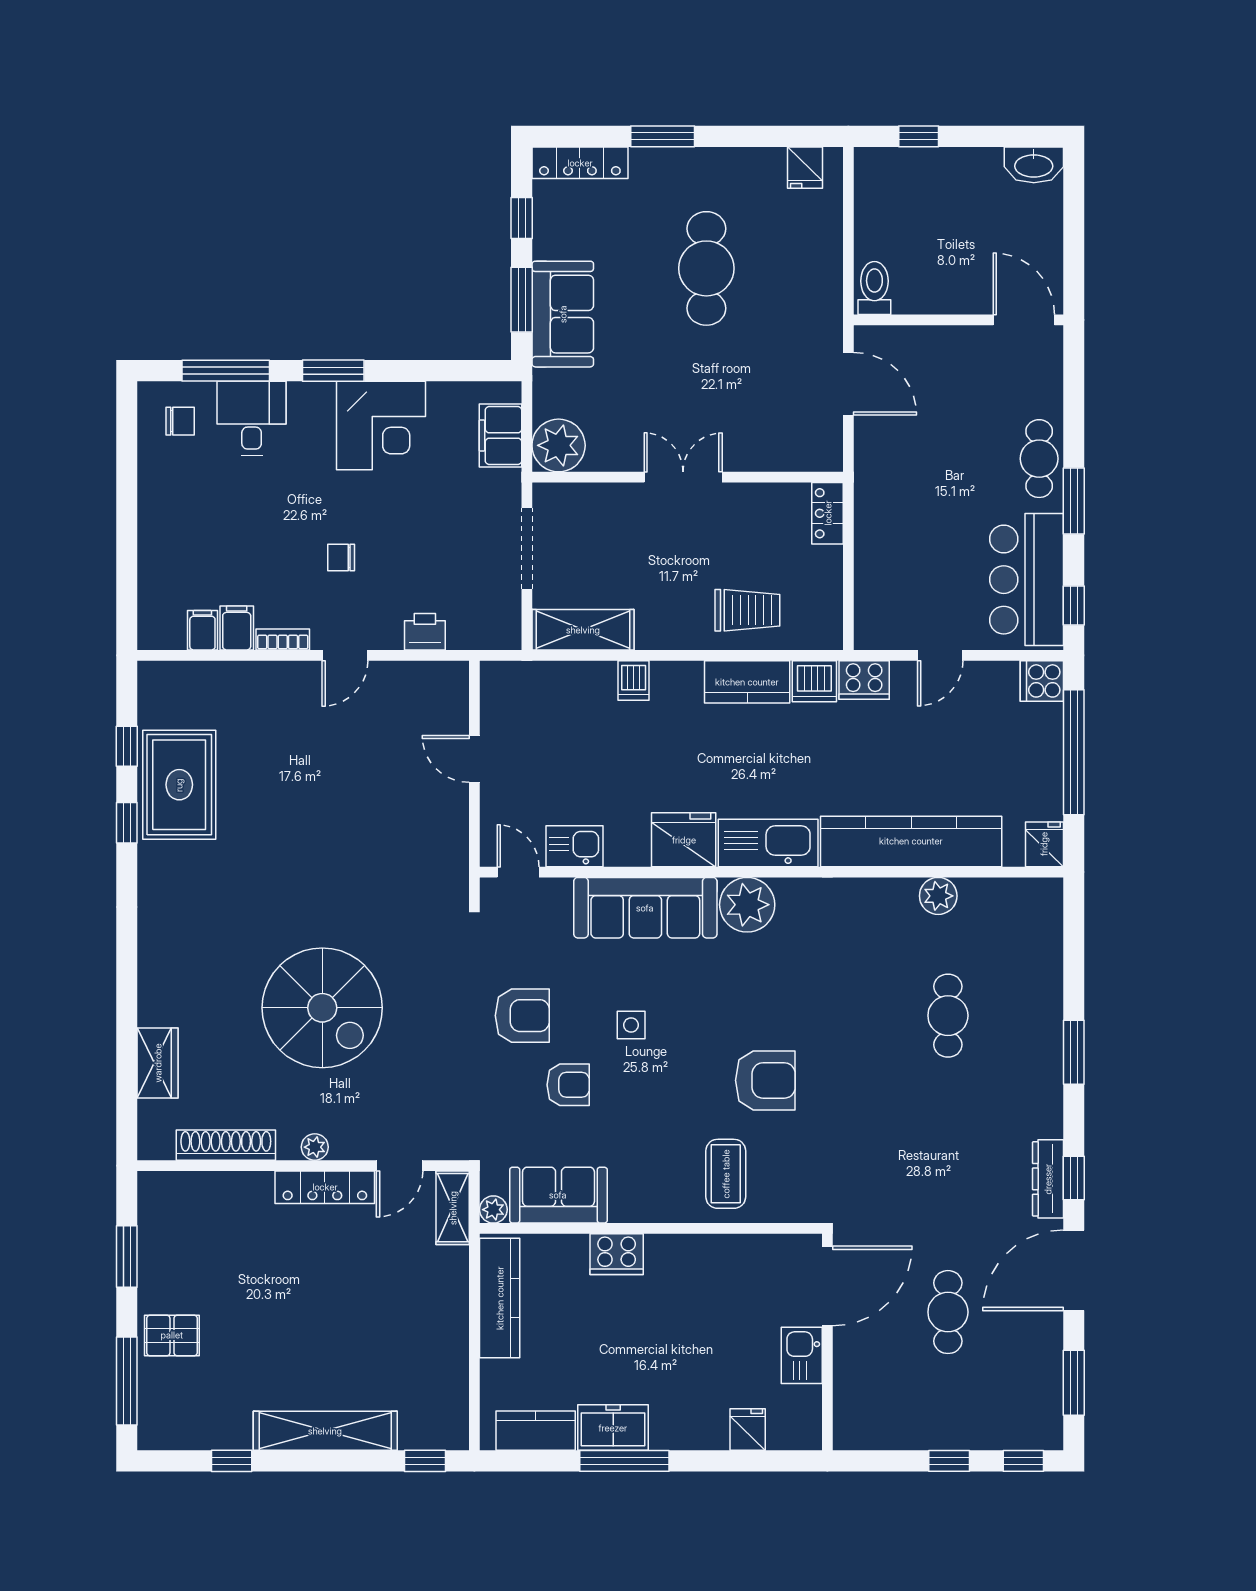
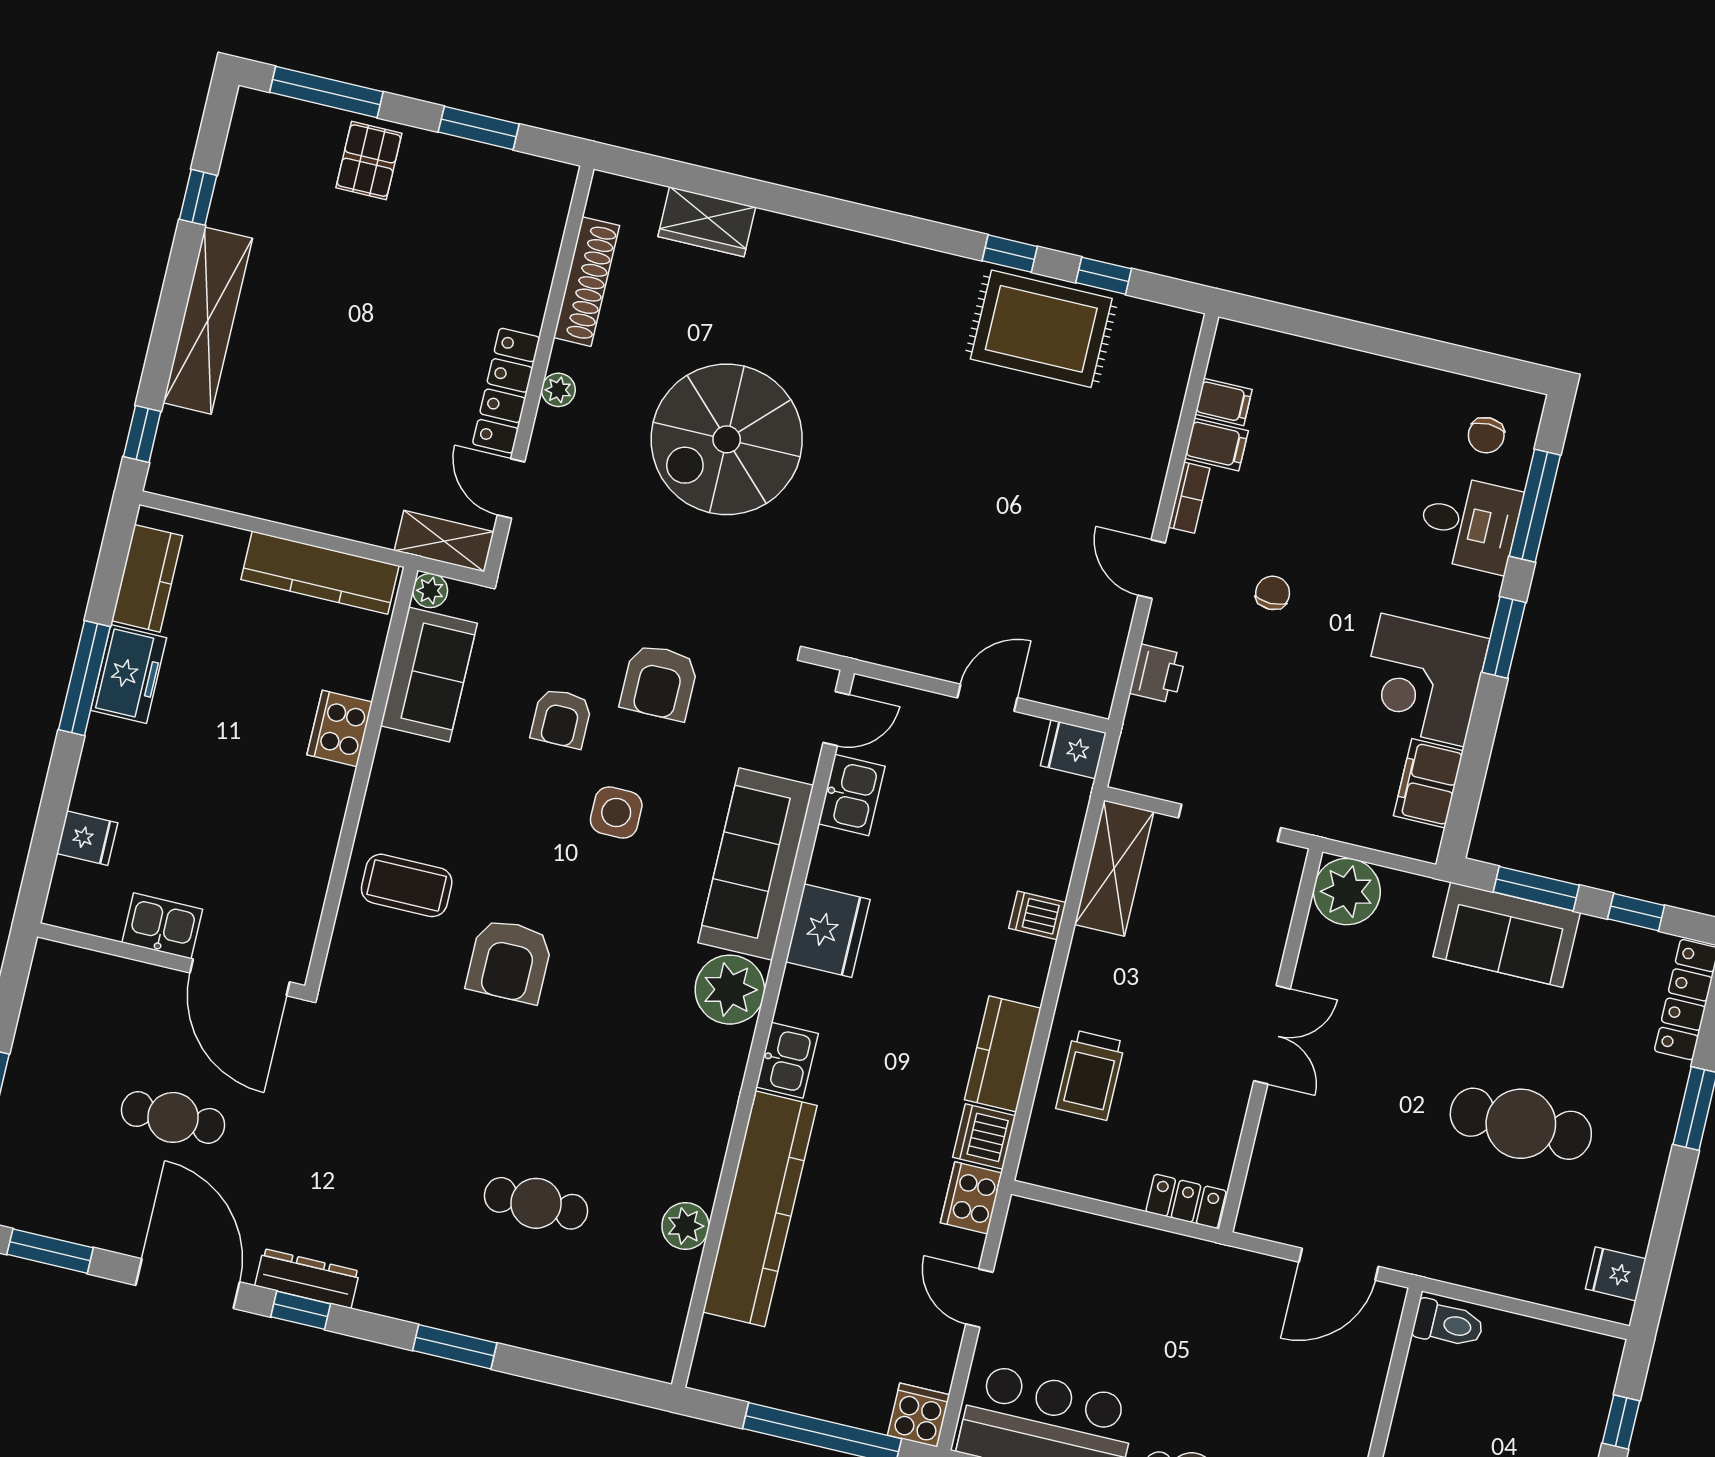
filing cabinet: (501, 436) -> (1428, 783), moved, turned -90
kitchen sink: (768, 843) -> (787, 1060), width x0.53, depth x0.81
fridge: (1044, 844) -> (1073, 749), moved, turned 180
side table: (631, 1025) -> (616, 813), width x1.37, depth x1.37

